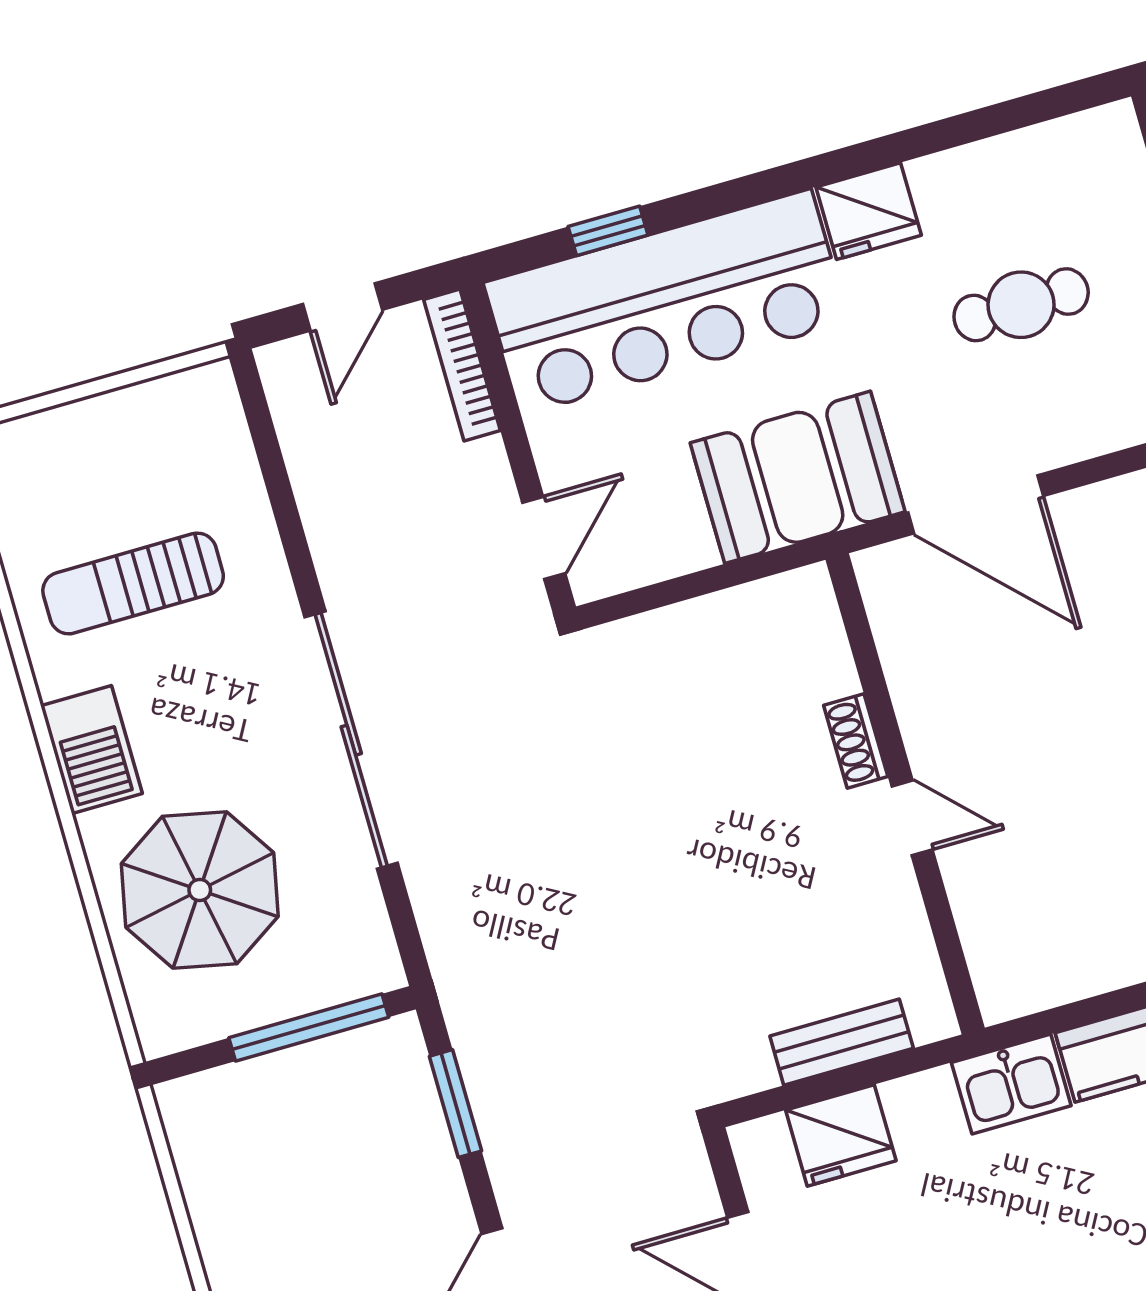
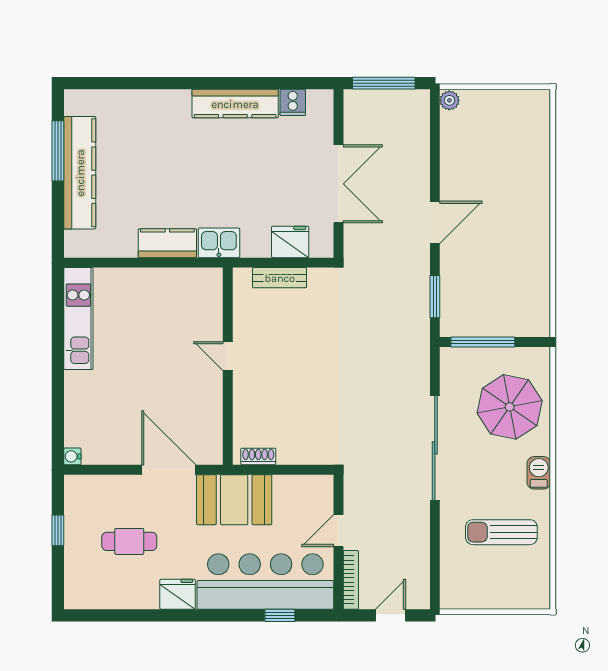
door: (544, 538) -> (338, 531), moved
sun lounger: (133, 583) -> (501, 532), turned 180
shoe rack: (856, 741) -> (258, 456), moved, turned -90
barbecue: (92, 750) -> (539, 473), width x0.73, depth x0.79

